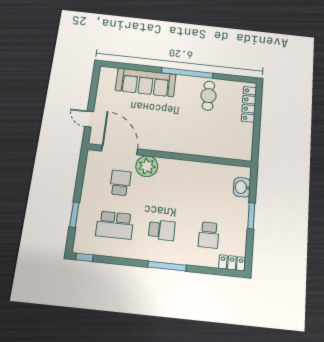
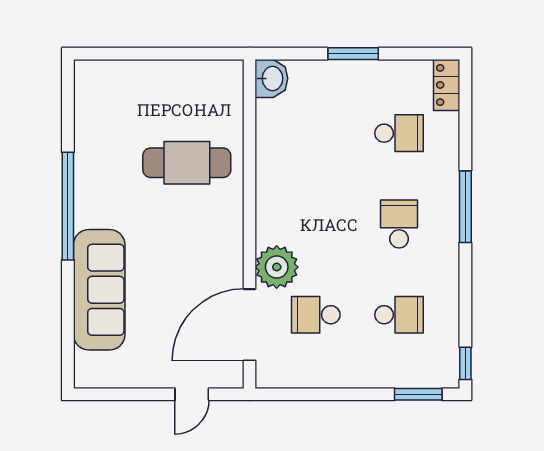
cafe table: (208, 96) -> (187, 163), moved, width x1.37, depth x1.35
locker: (249, 104) -> (123, 73), removed
washbasin: (242, 187) -> (271, 78), moved, turned -90
window: (74, 215) -> (418, 394), moved
school desk: (115, 225) -> (399, 315), width x0.54

